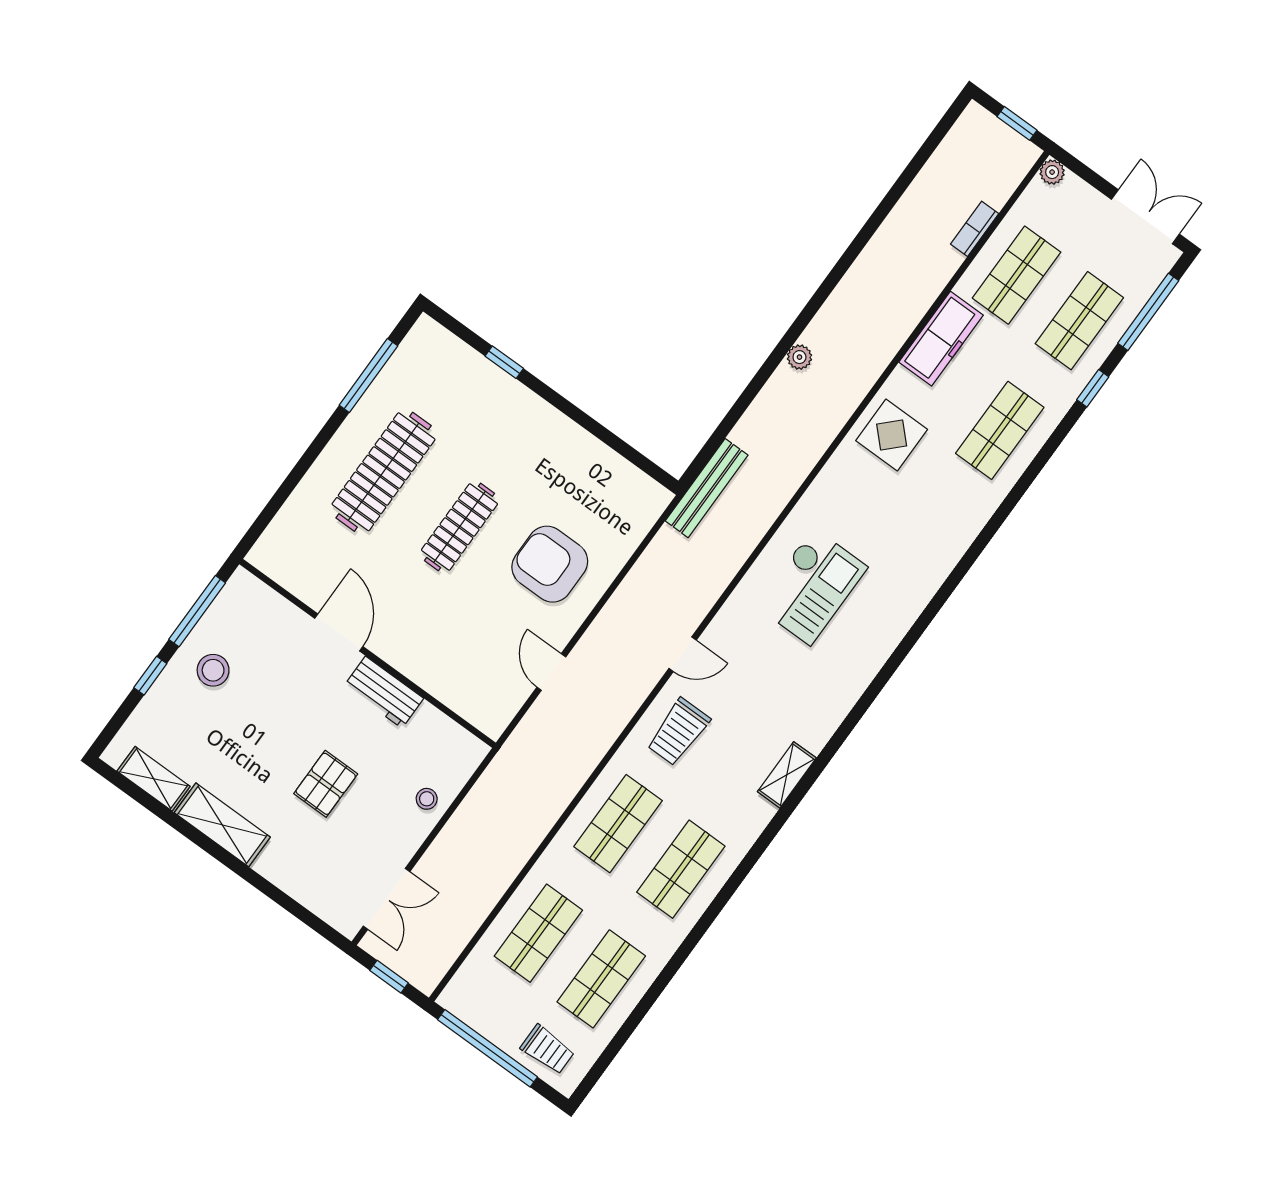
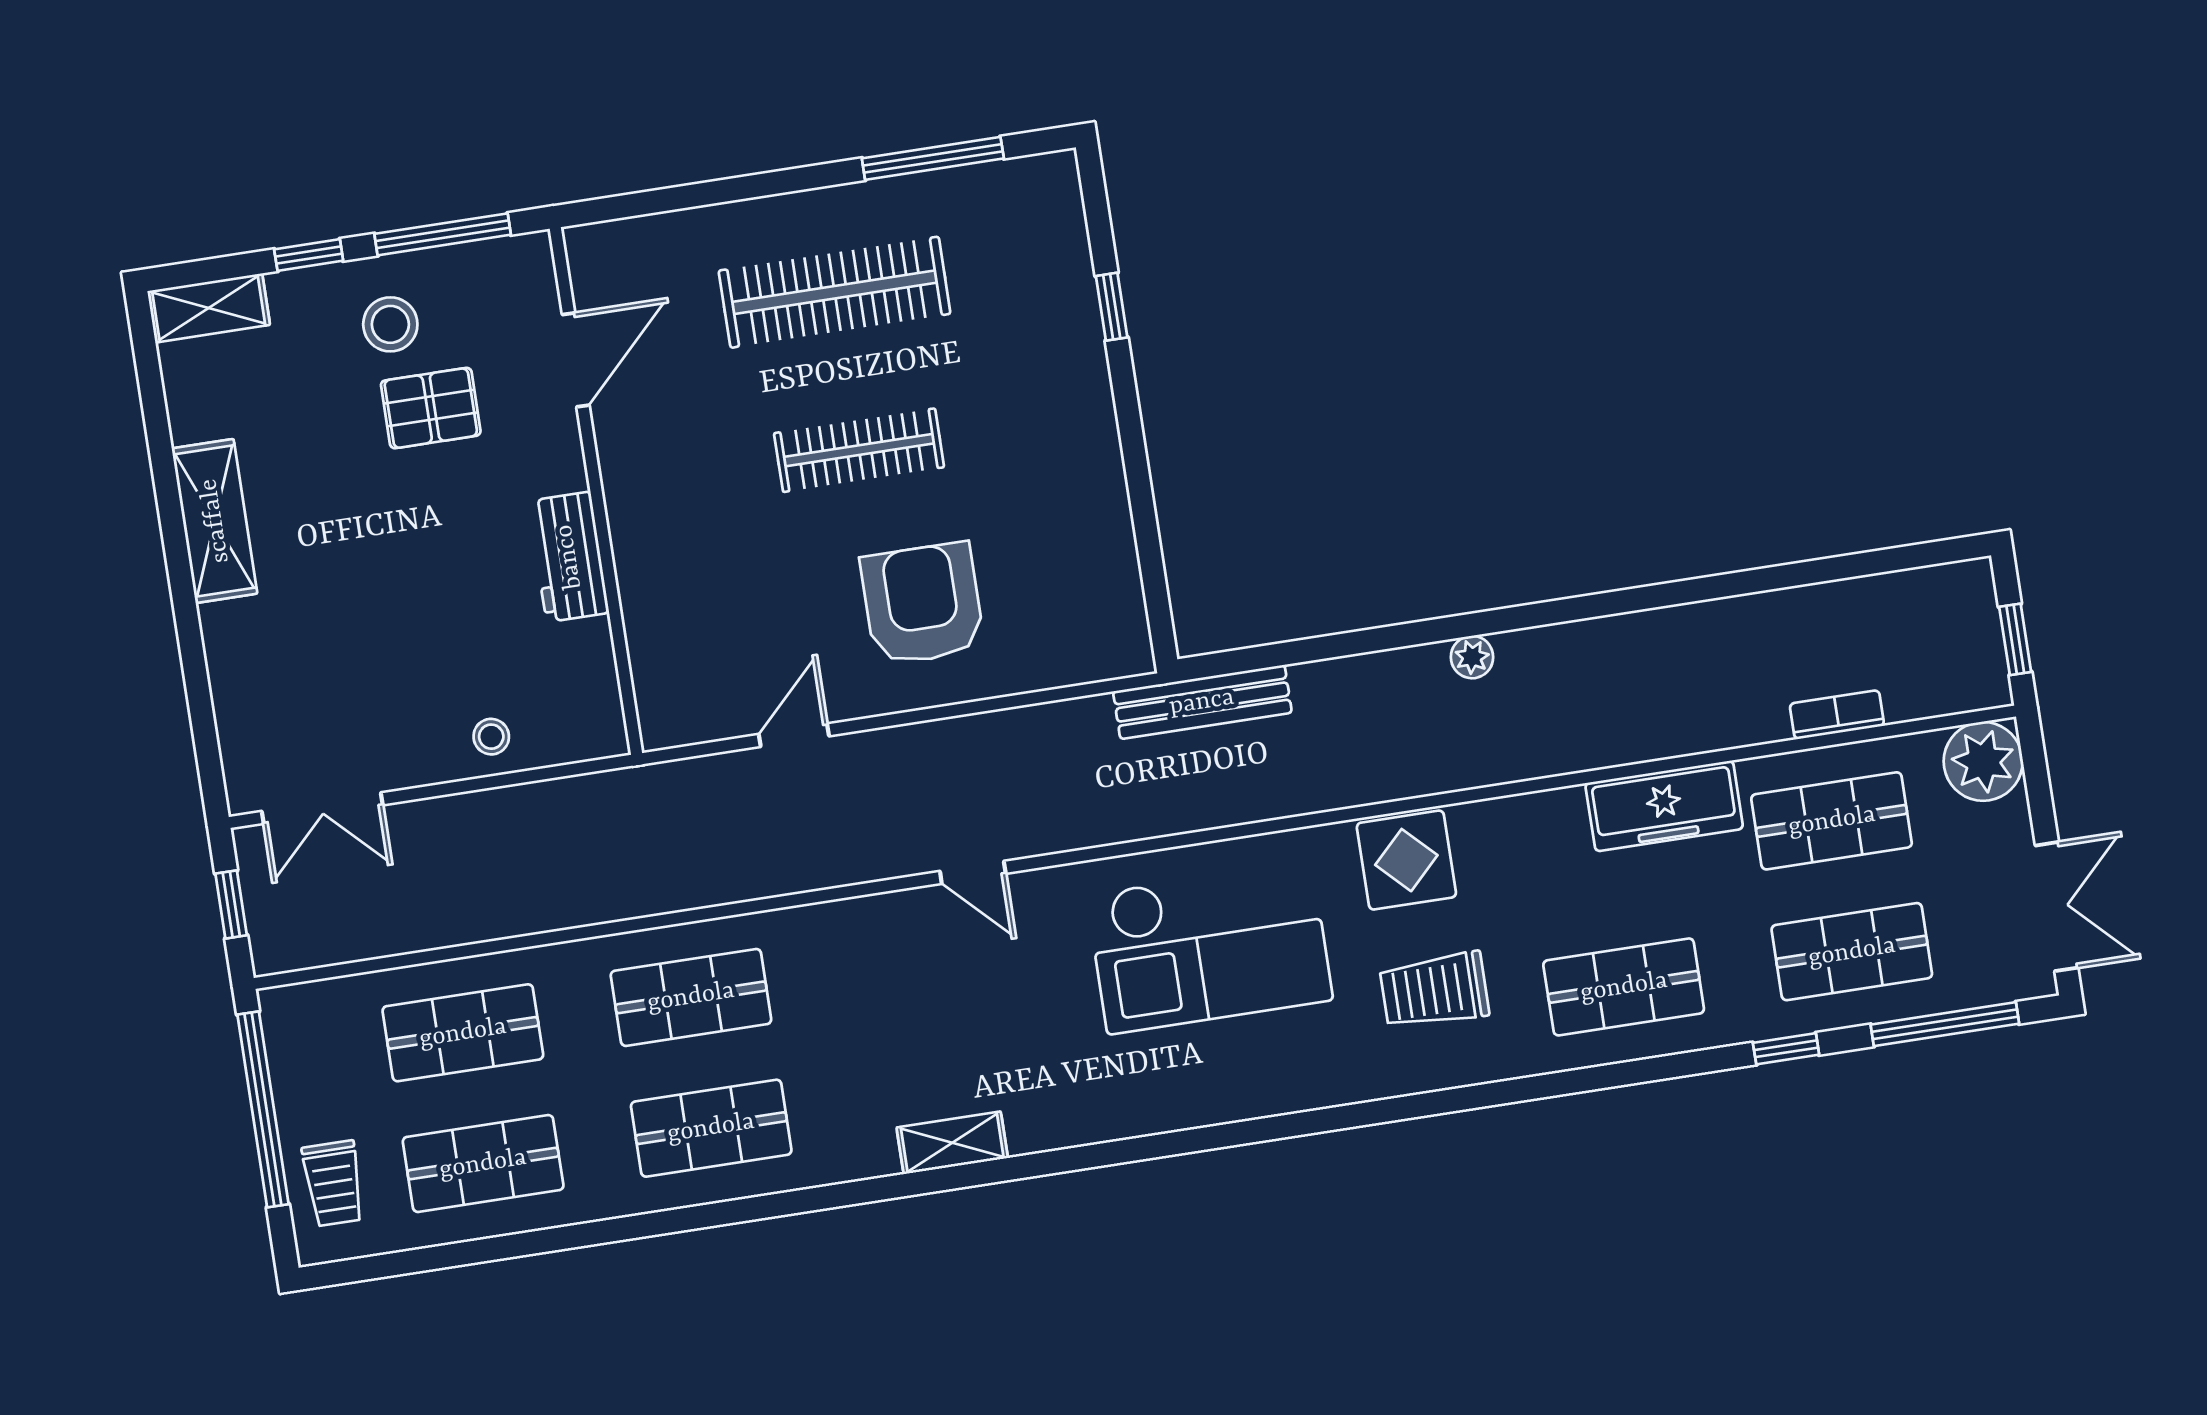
plant: (1052, 172) -> (1983, 761), width x1.87, depth x1.87
display table: (892, 435) -> (1406, 860), moved
checkout: (812, 587) -> (1210, 947), width x1.36, depth x1.21
door: (339, 632) -> (576, 360), moved
trolley: (678, 732) -> (1434, 990), moved
shelving: (154, 779) -> (209, 308), moved, turned 90
pallet: (326, 784) -> (431, 408), moved

